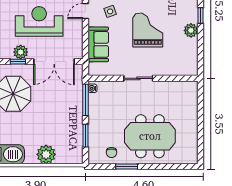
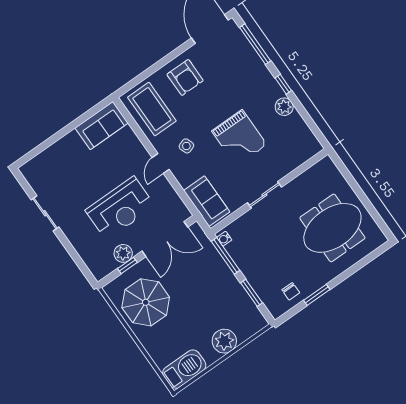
reception desk: (39, 22) -> (120, 208), turned 180
grand piano: (148, 30) -> (239, 138), turned 180
sofa: (98, 44) -> (207, 201), moved
meeting table: (150, 136) -> (332, 228), moved

